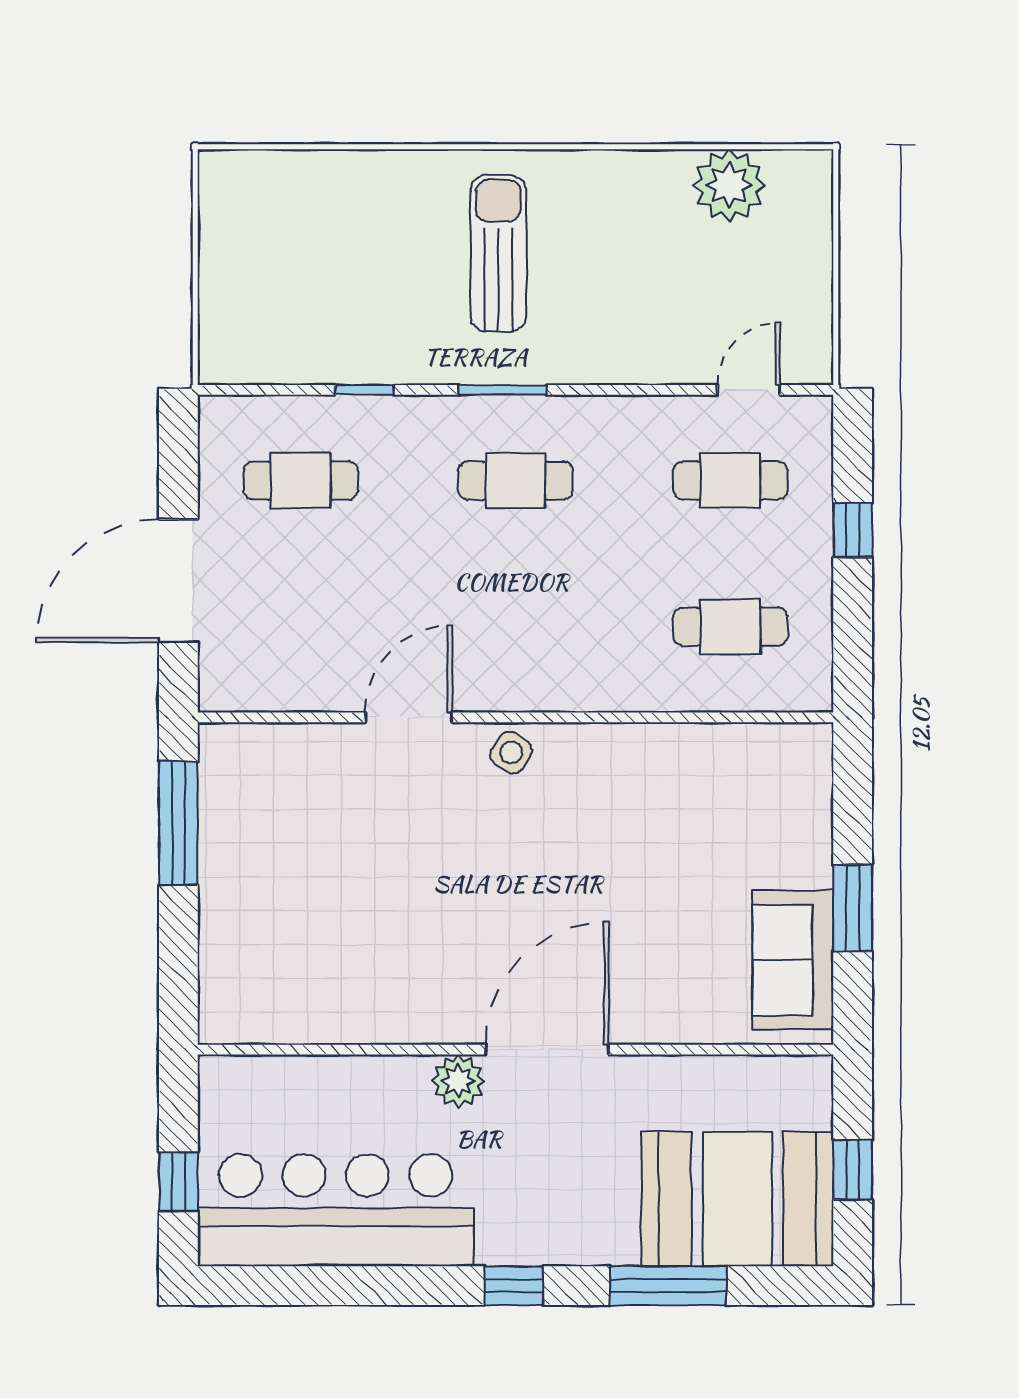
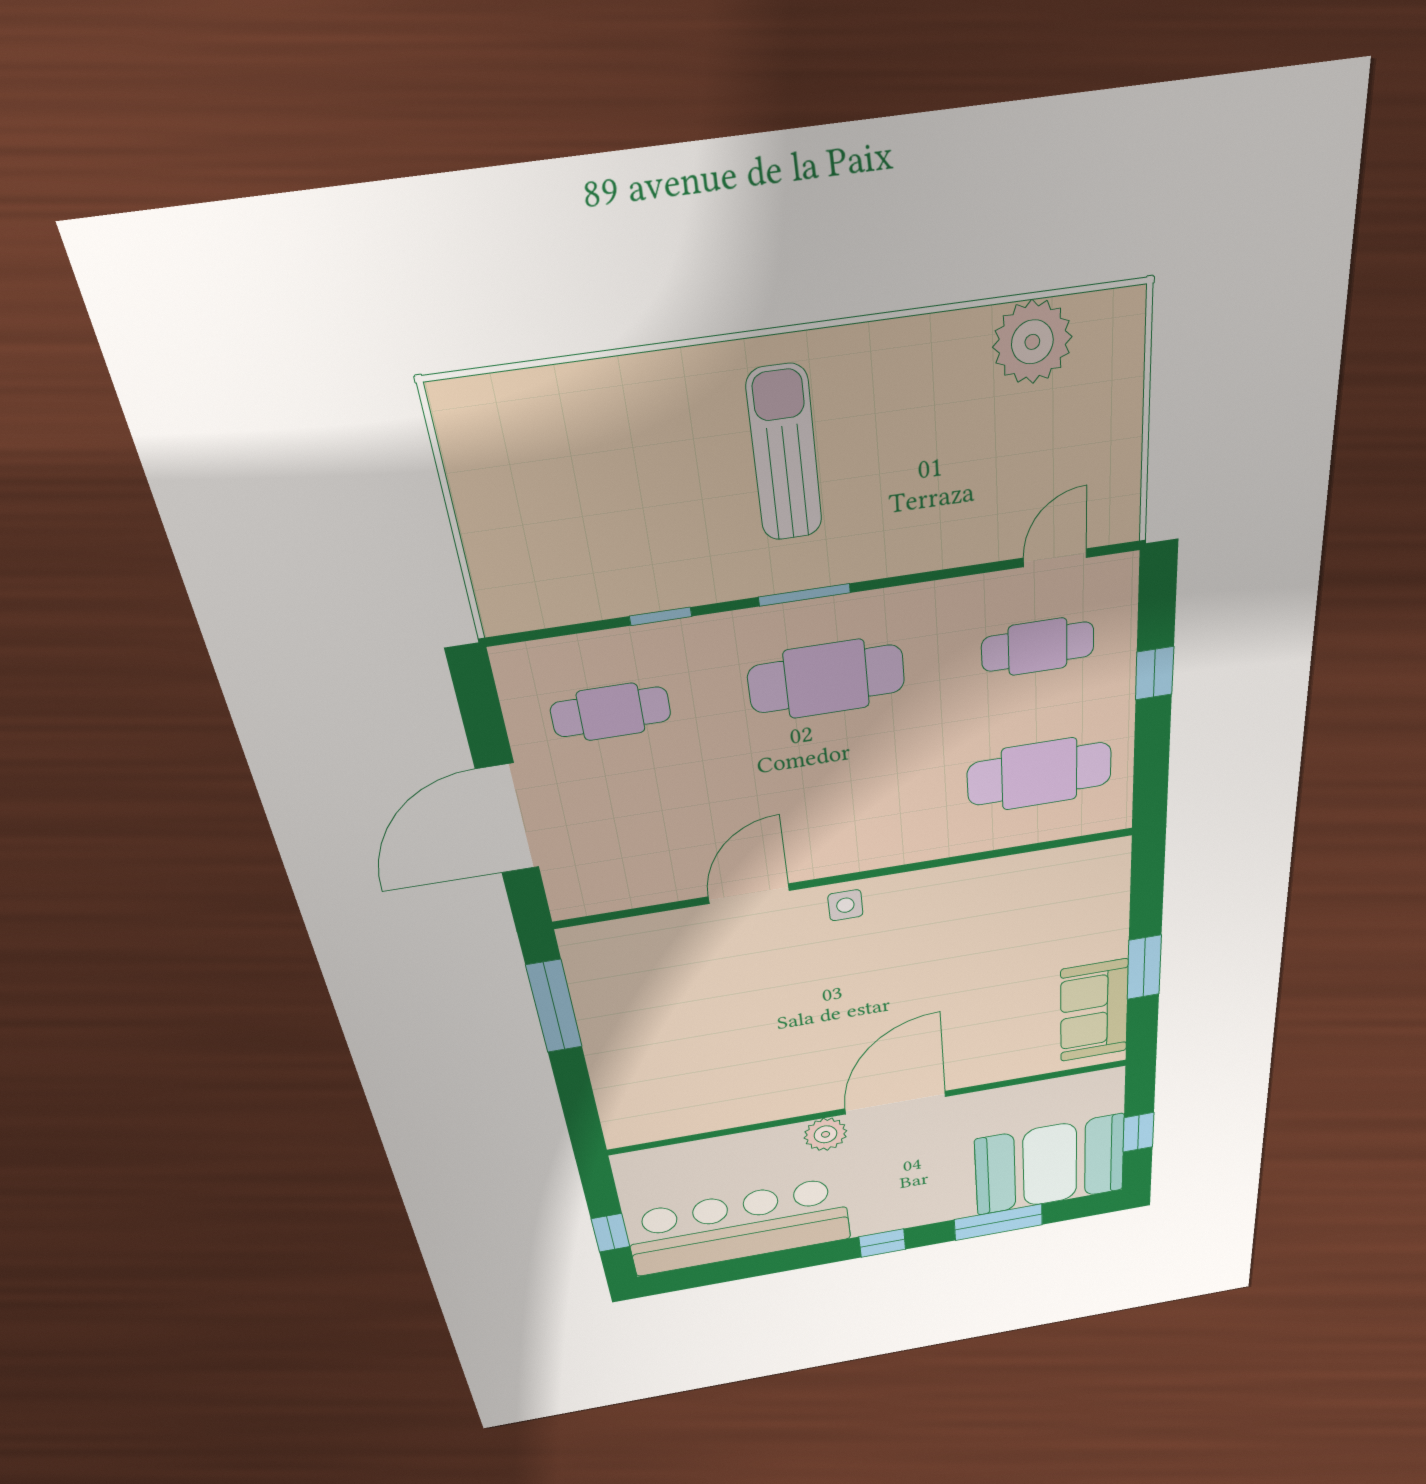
cafe table: (516, 481) -> (826, 679), width x1.37, depth x1.35
cafe table: (730, 627) -> (1039, 774), width x1.37, depth x1.35
side table: (511, 753) -> (845, 905), turned -33

